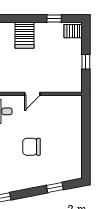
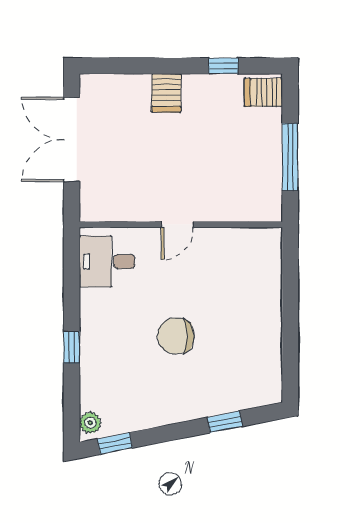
server rack: (25, 35) -> (166, 93), width x0.73, depth x0.70
window: (86, 62) -> (290, 157), width x2.17

